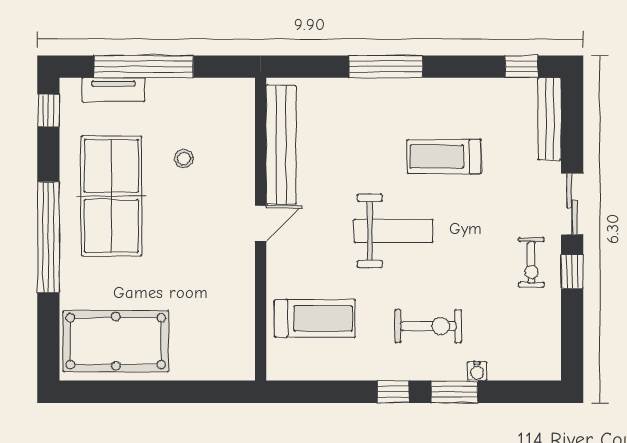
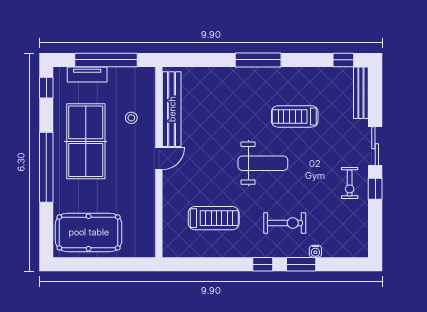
bench: (281, 145) -> (172, 109), moved
door: (261, 223) -> (159, 158), moved
wall: (261, 229) -> (159, 162), moved

